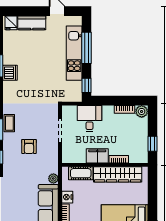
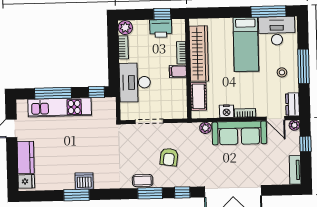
desk: (89, 119) -> (135, 82), width x1.37
printer: (140, 142) -> (161, 28), added
armchair: (29, 147) -> (169, 157), turned 98
filing cabinet: (97, 156) -> (178, 71), width x0.50

